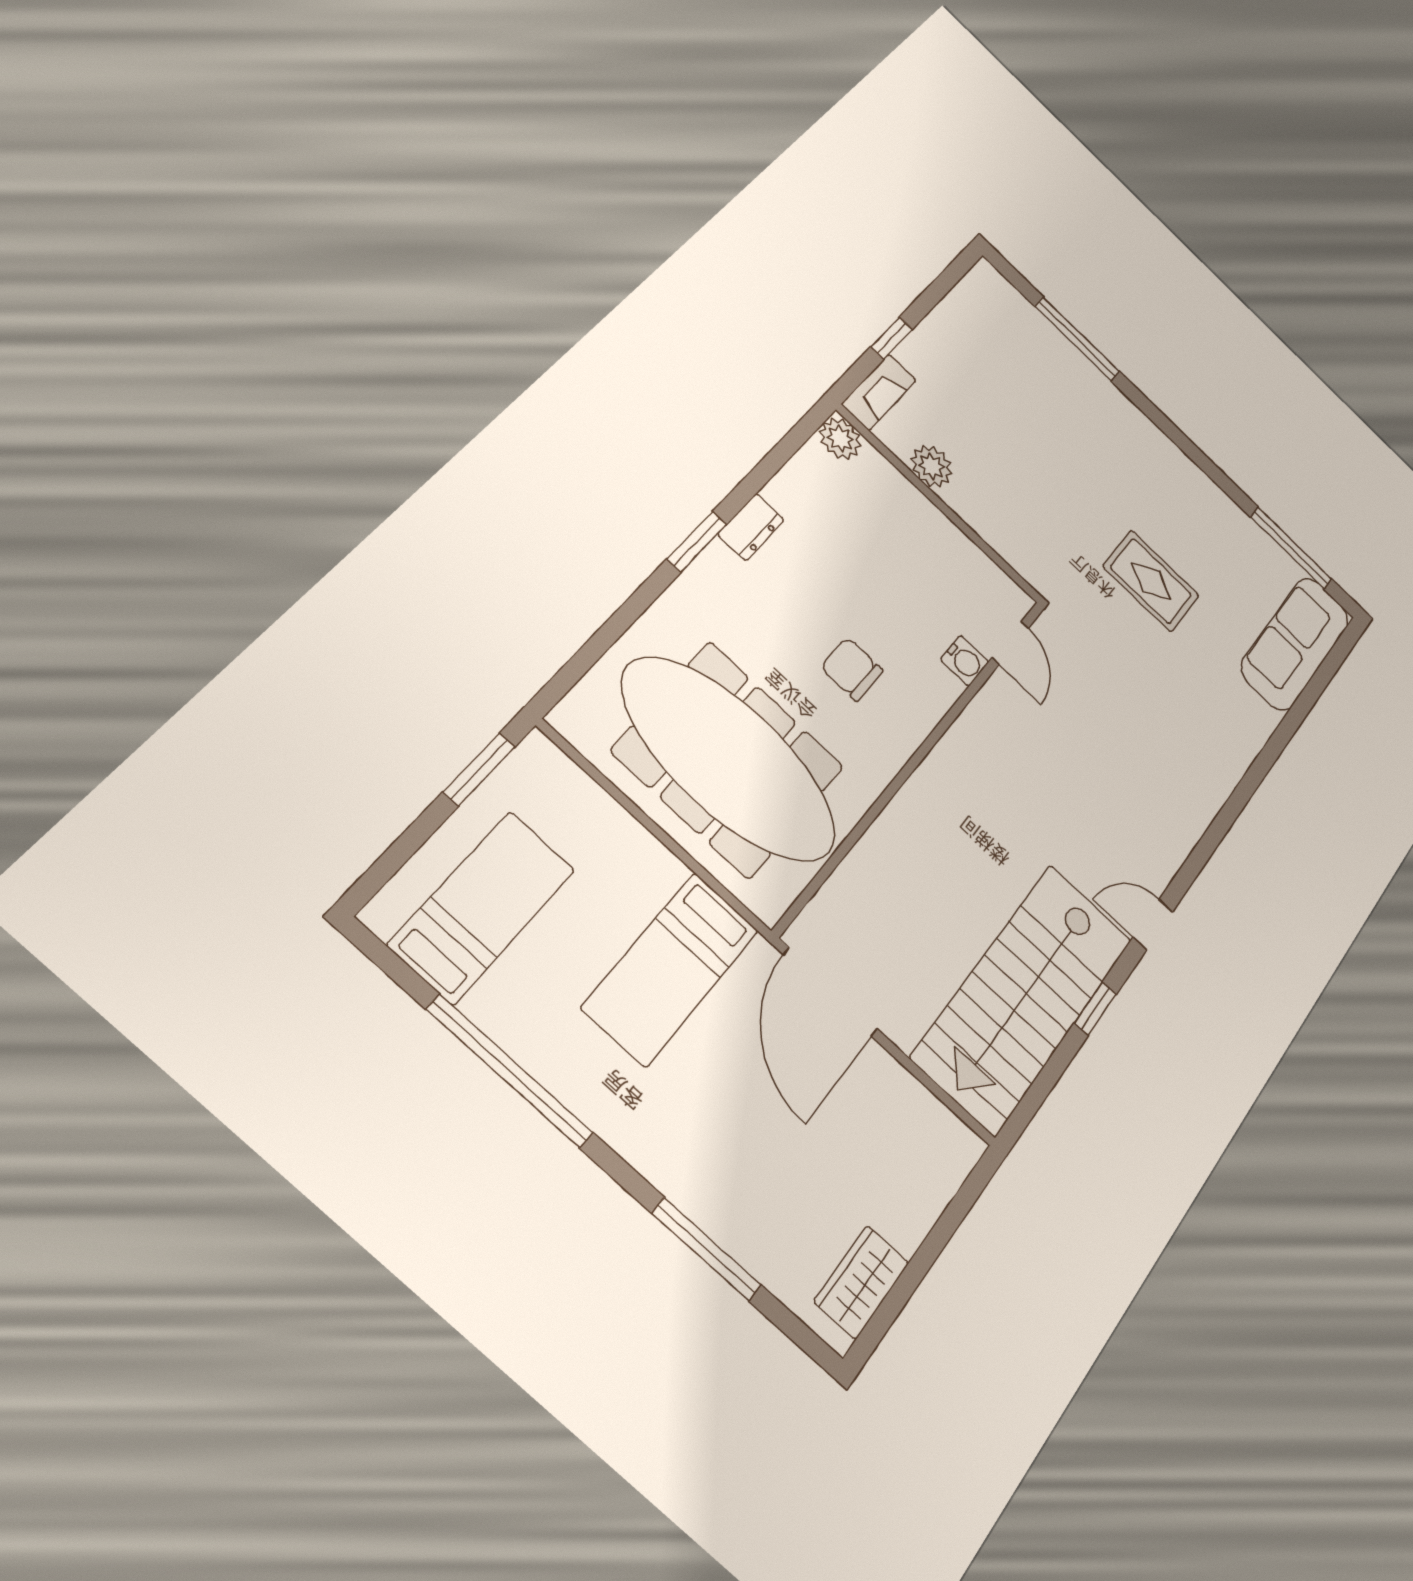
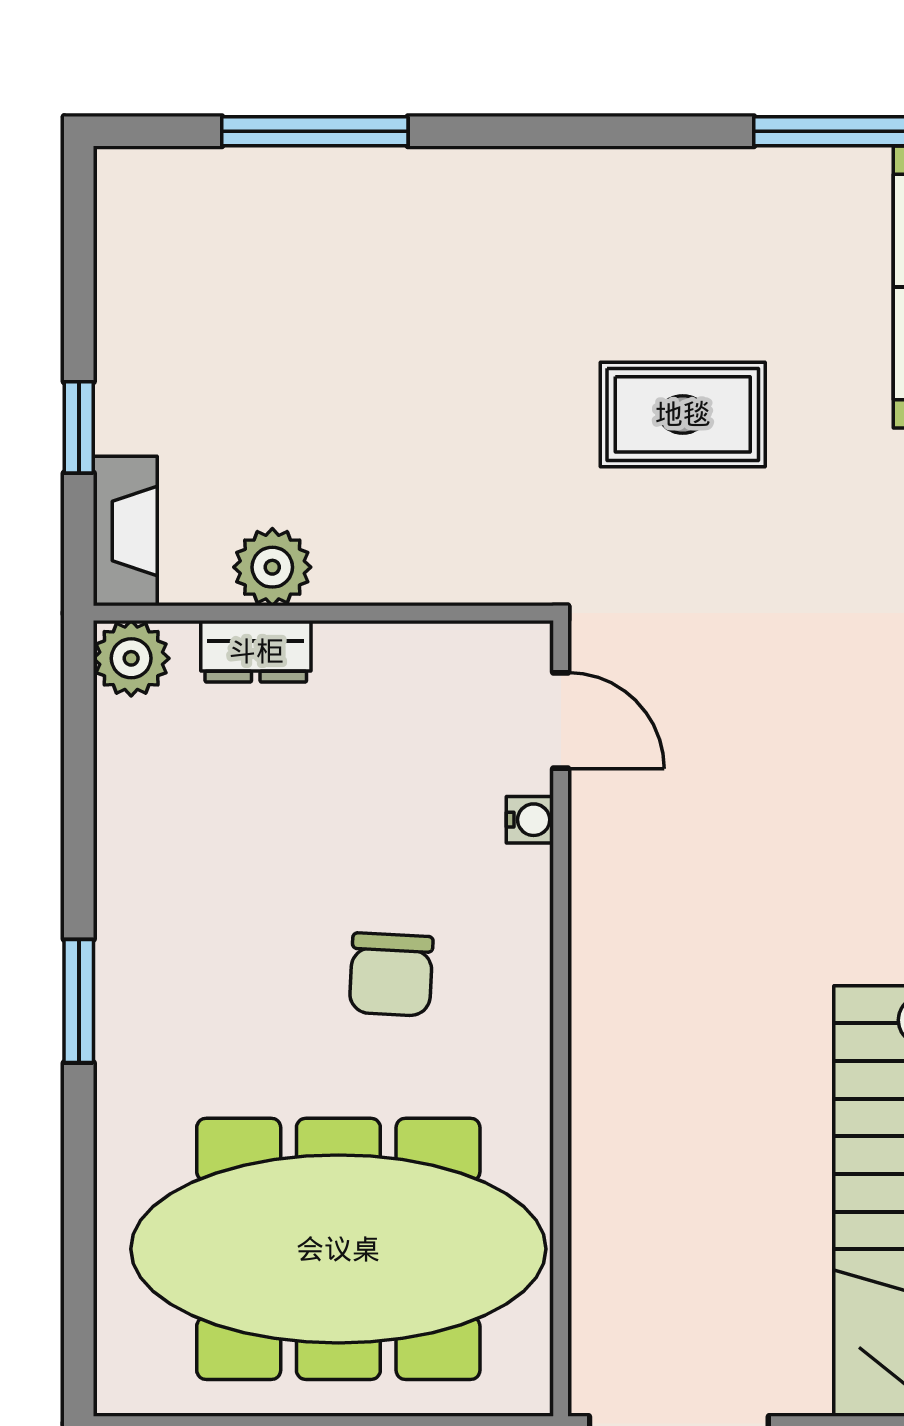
dresser: (751, 527) -> (256, 651), moved, turned 90
water cooler: (965, 661) -> (530, 820), width x0.72, depth x0.72
chair: (852, 669) -> (391, 974), turned -87

